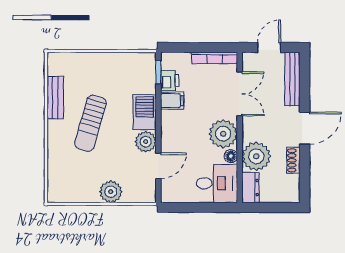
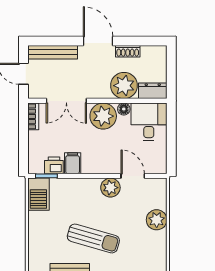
bookcase: (215, 58) -> (33, 116), width x0.64
double door: (240, 94) -> (66, 101), swing flipped
barbecue: (145, 112) -> (38, 194), moved, turned -90

